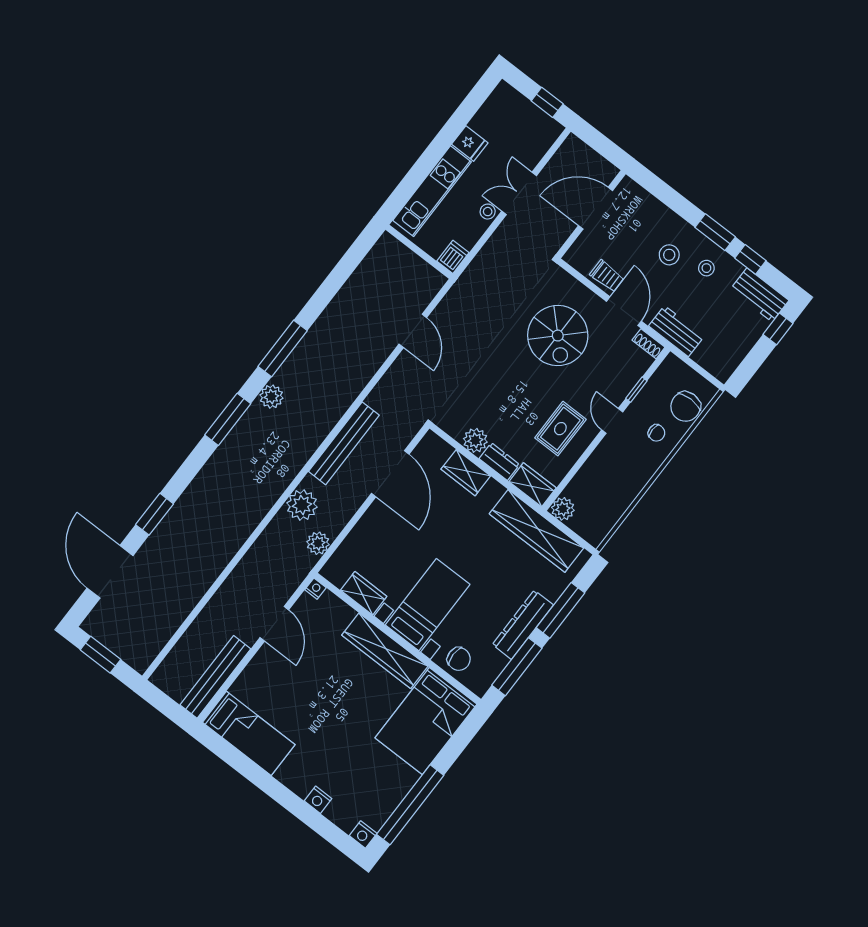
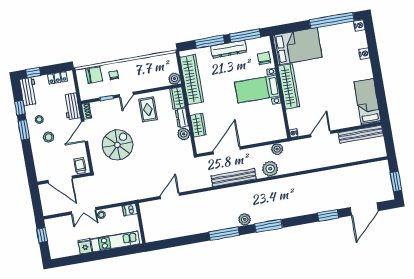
trolley: (607, 276) -> (80, 166), moved
locker: (735, 353) -> (57, 78), added
rug: (560, 429) -> (148, 109), turned 90
wardrobe: (364, 593) -> (277, 115), removed

